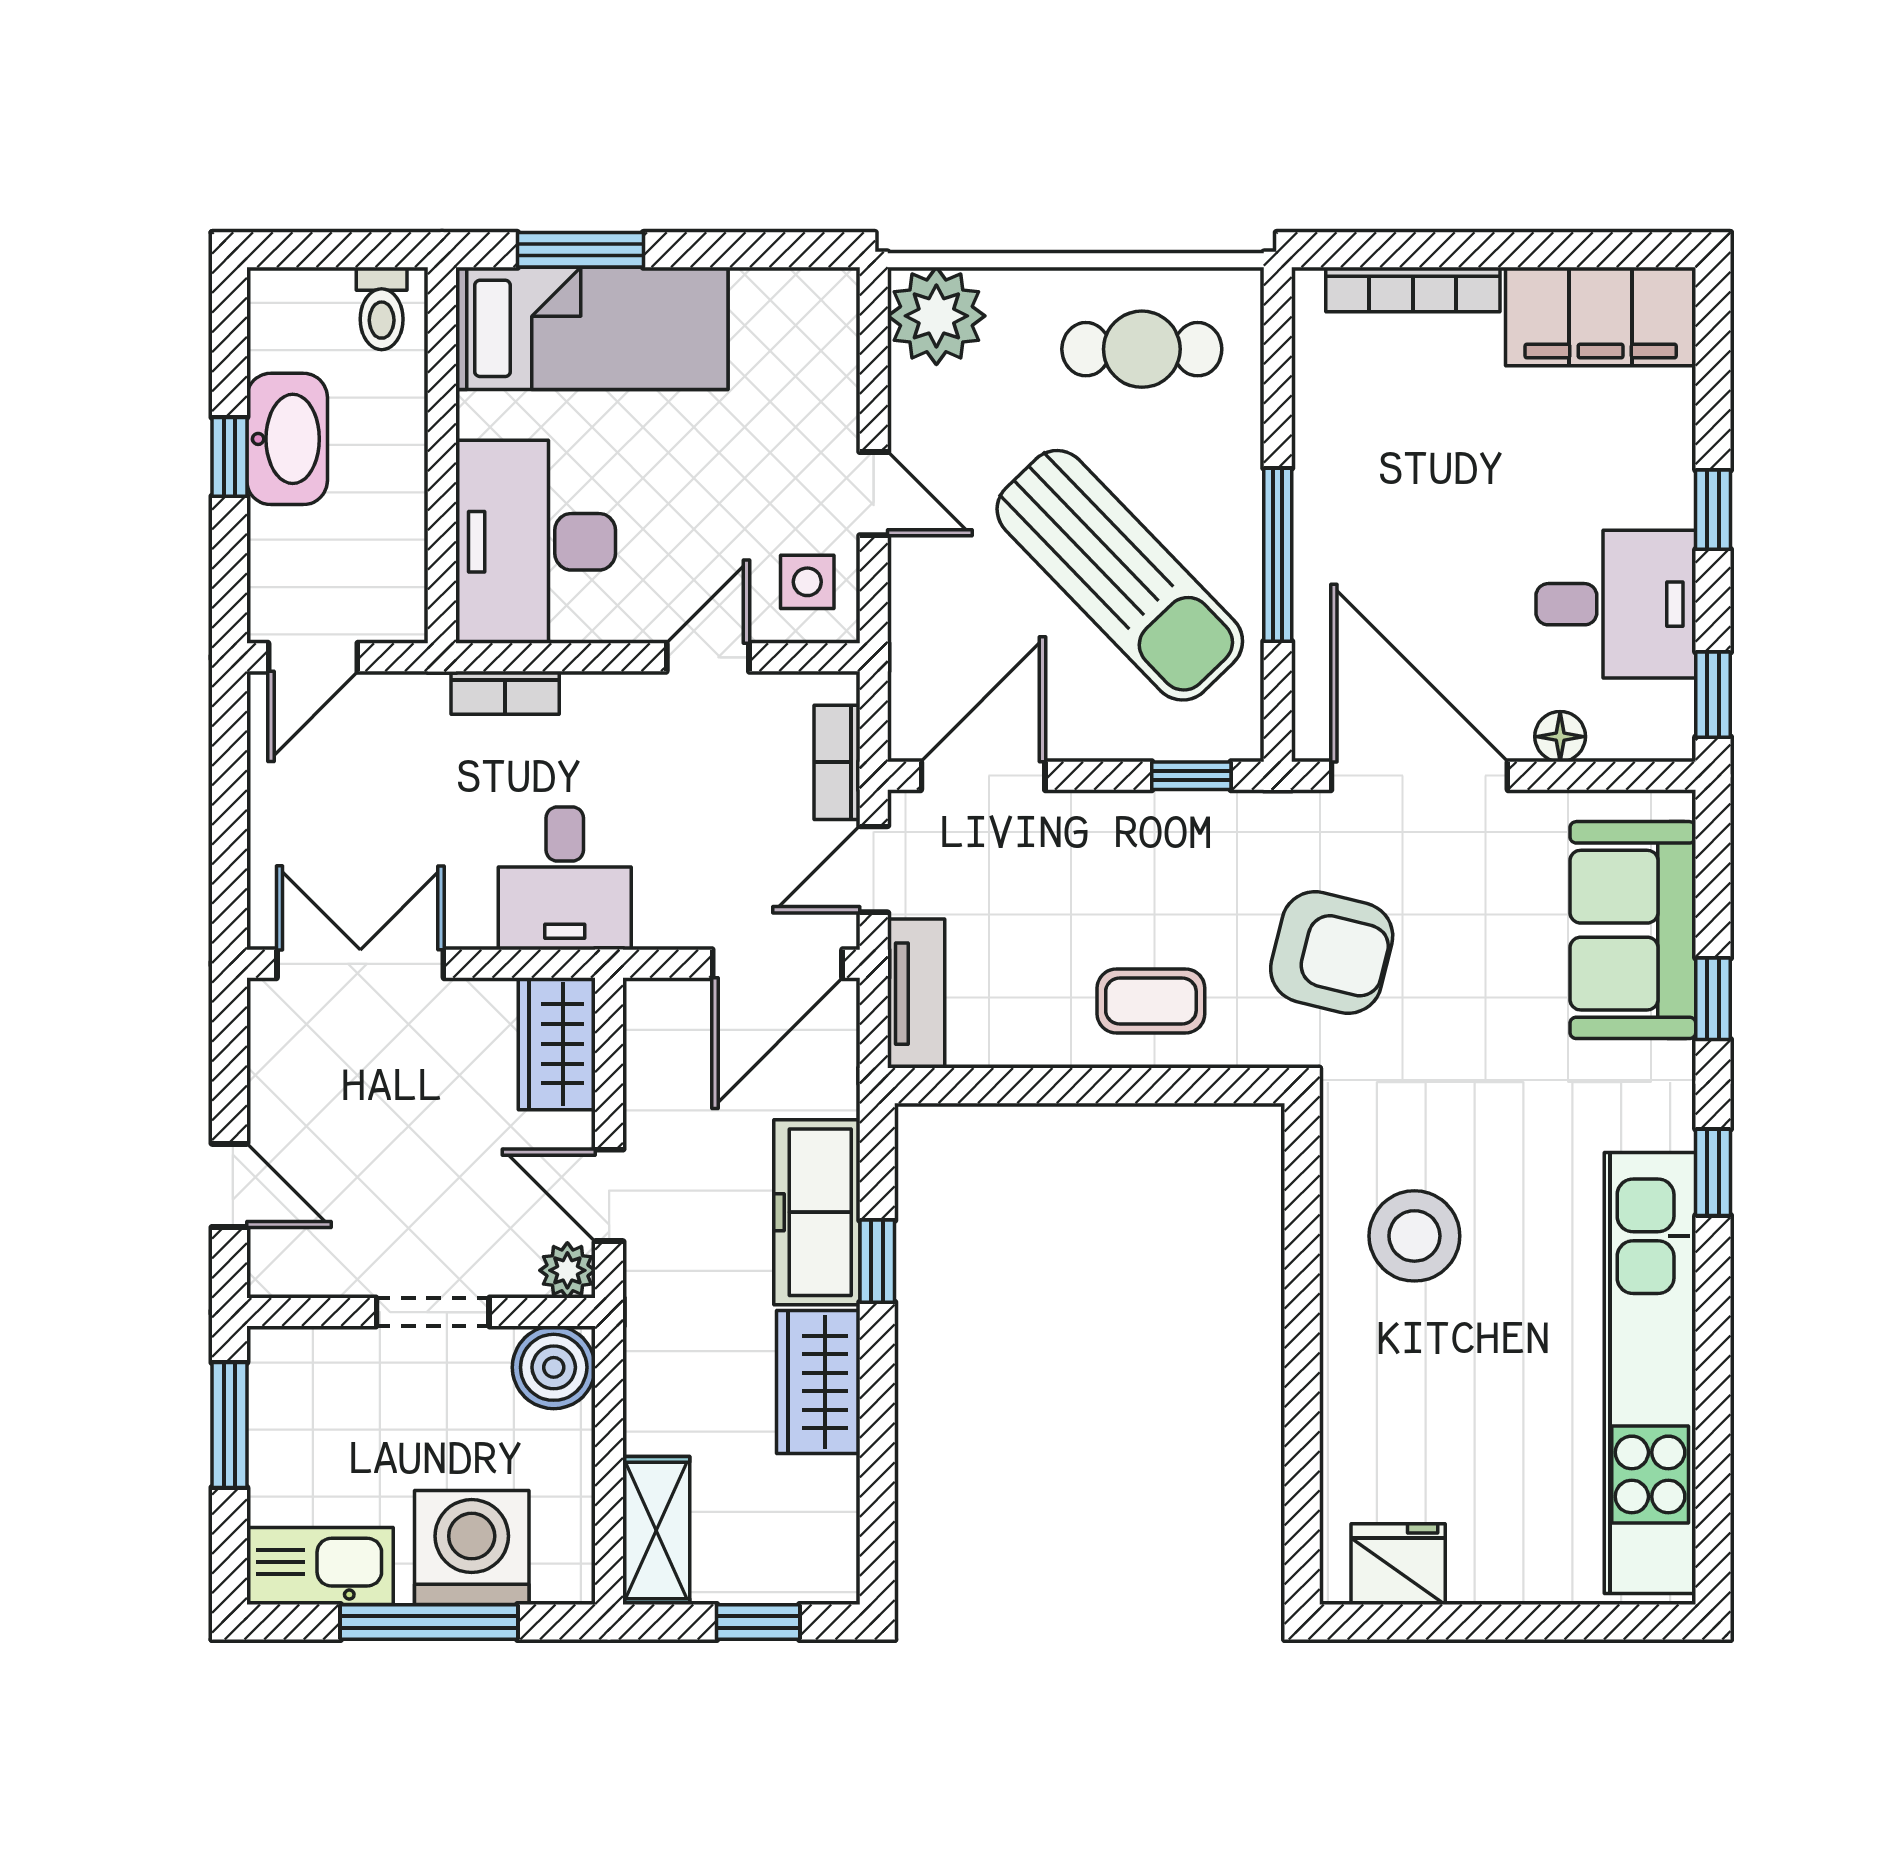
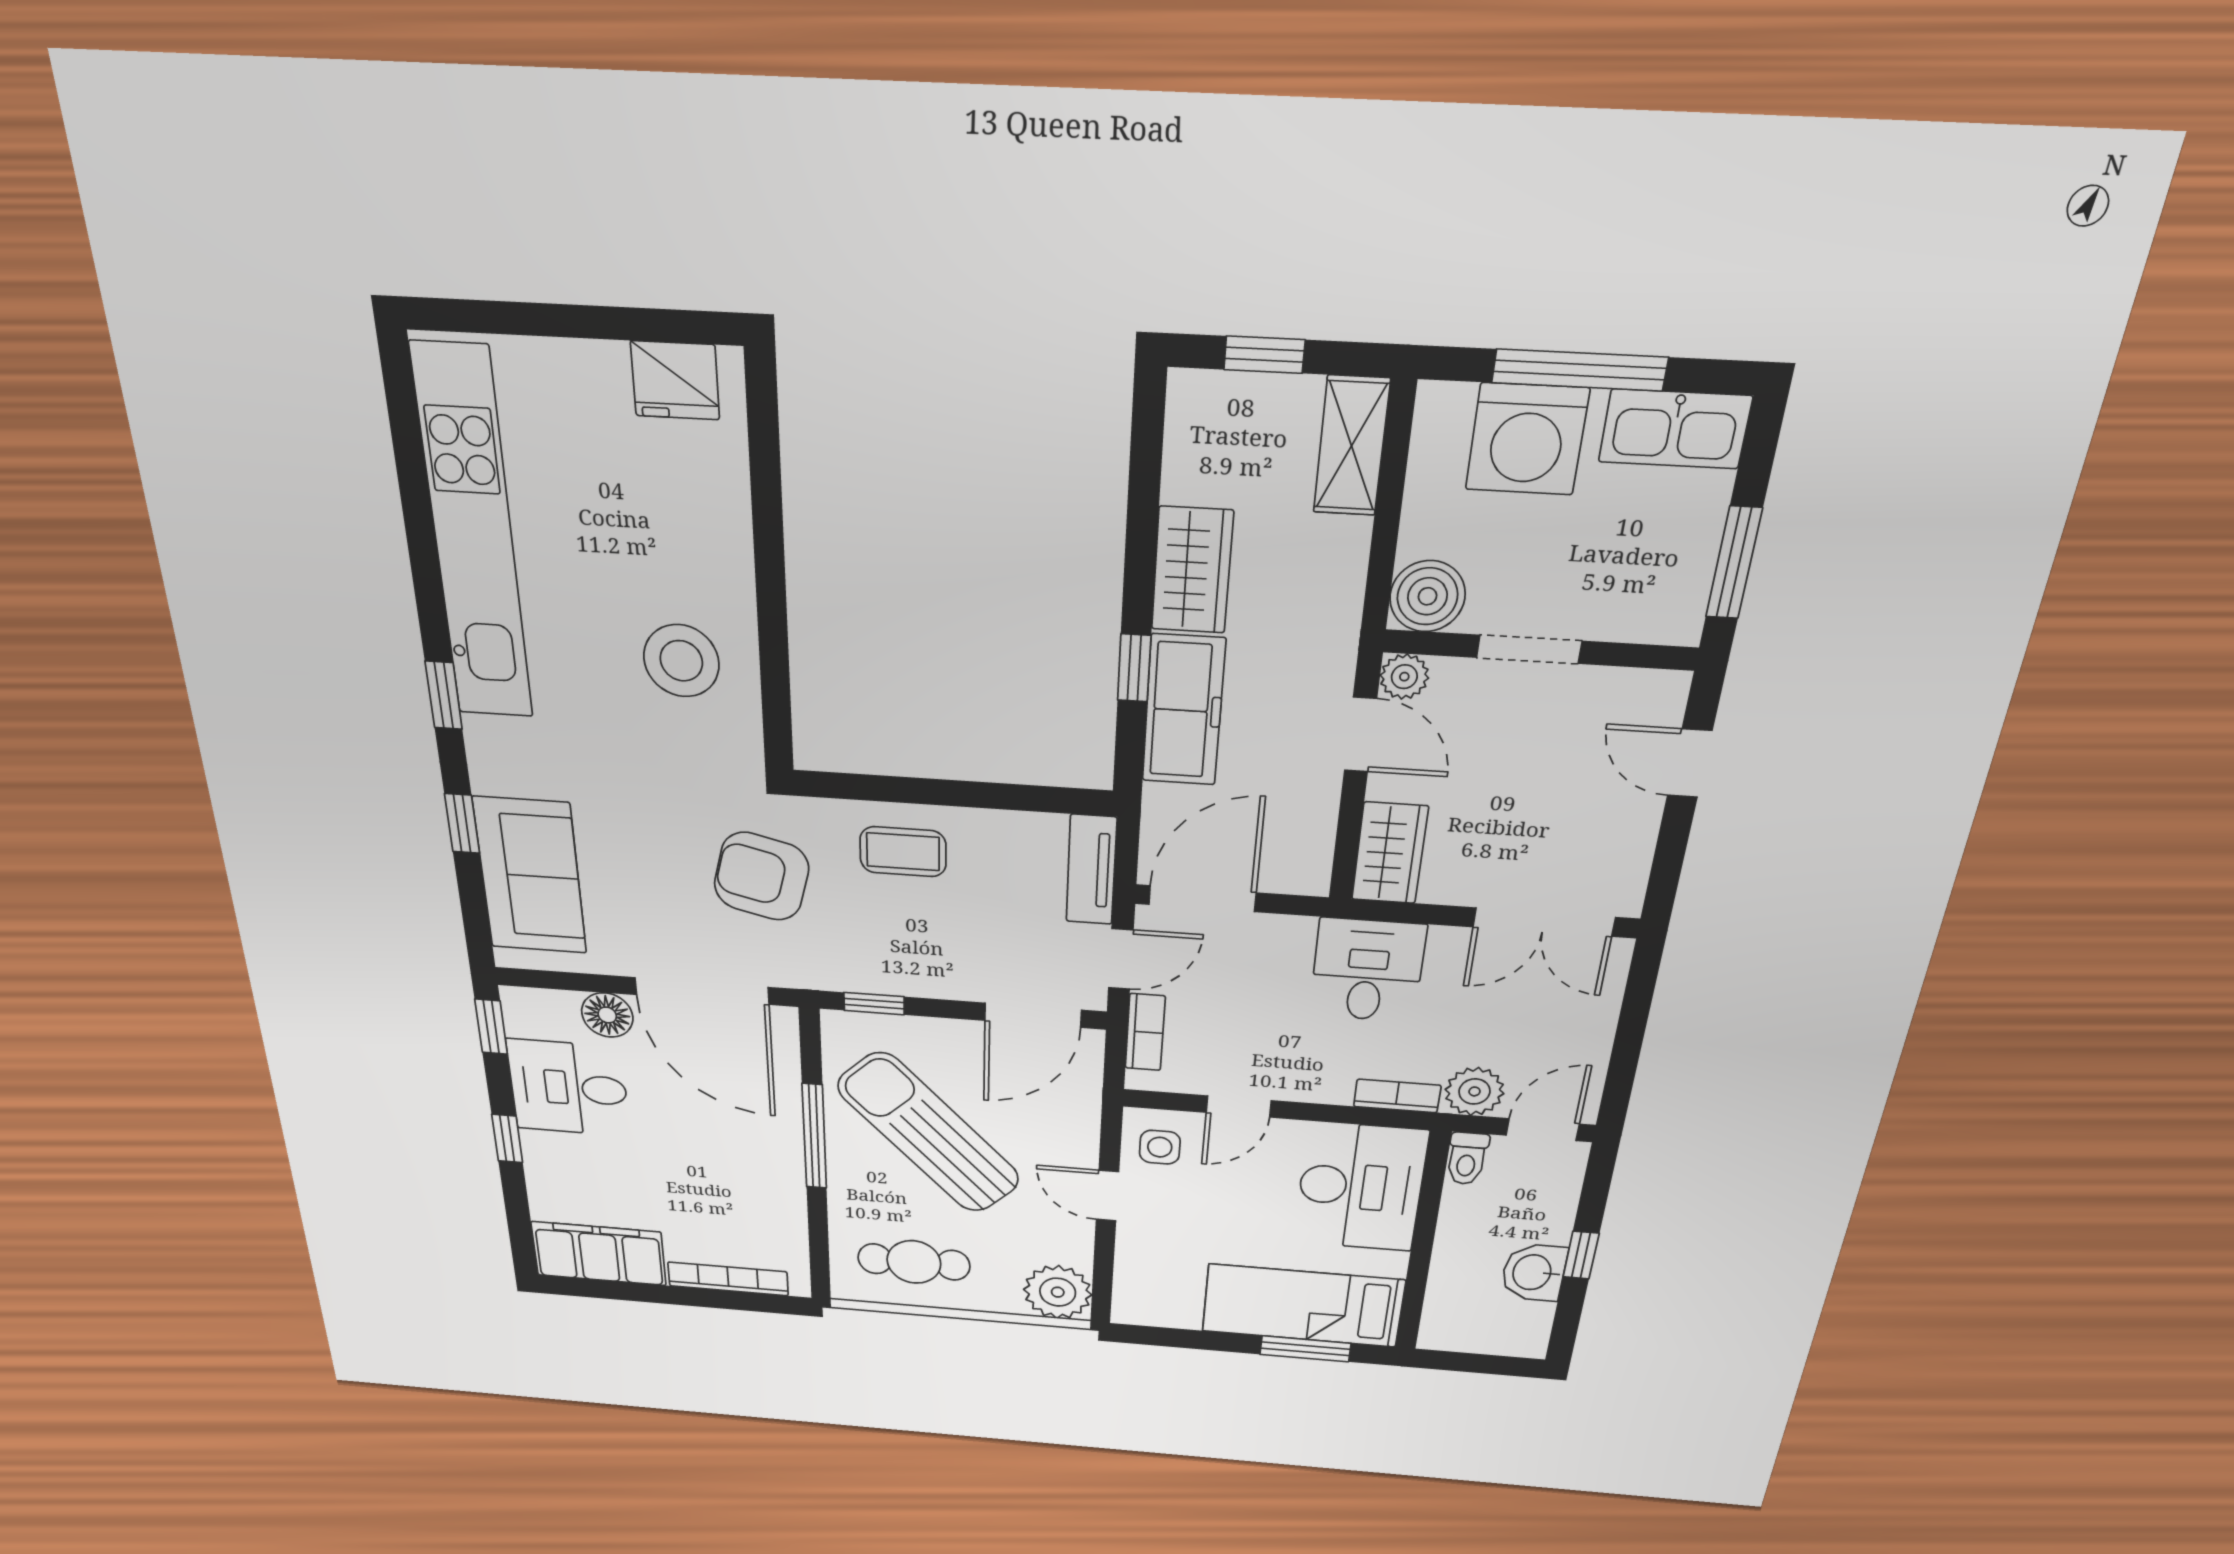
toilet: (382, 309) -> (1467, 1158), moved, turned 180
washbasin: (287, 439) -> (1534, 1272), width x0.72
plant: (408, 709) -> (1474, 1091), added
floor lamp: (1560, 737) -> (607, 1015), width x1.37, depth x1.37

